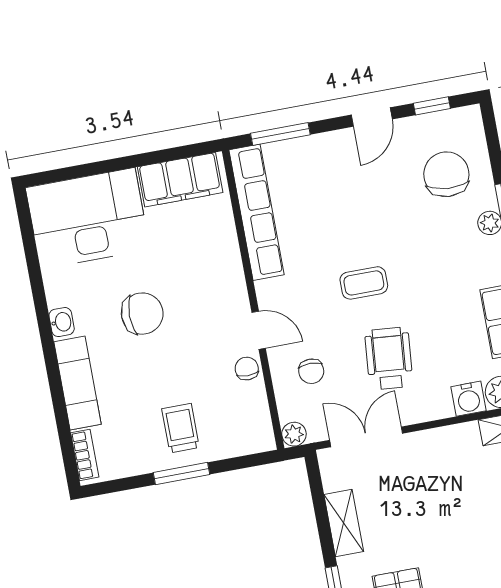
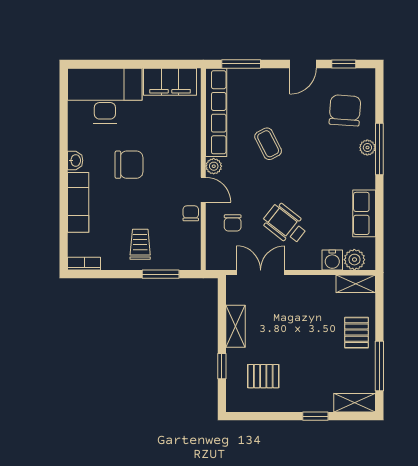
coffee table: (364, 283) -> (268, 144), moved, turned 63
wheelchair: (389, 358) -> (285, 224), turned -57
plant: (294, 434) -> (214, 166), moved
bookcase: (85, 455) -> (84, 264), moved, turned -90
window: (181, 473) -> (161, 274), moved

